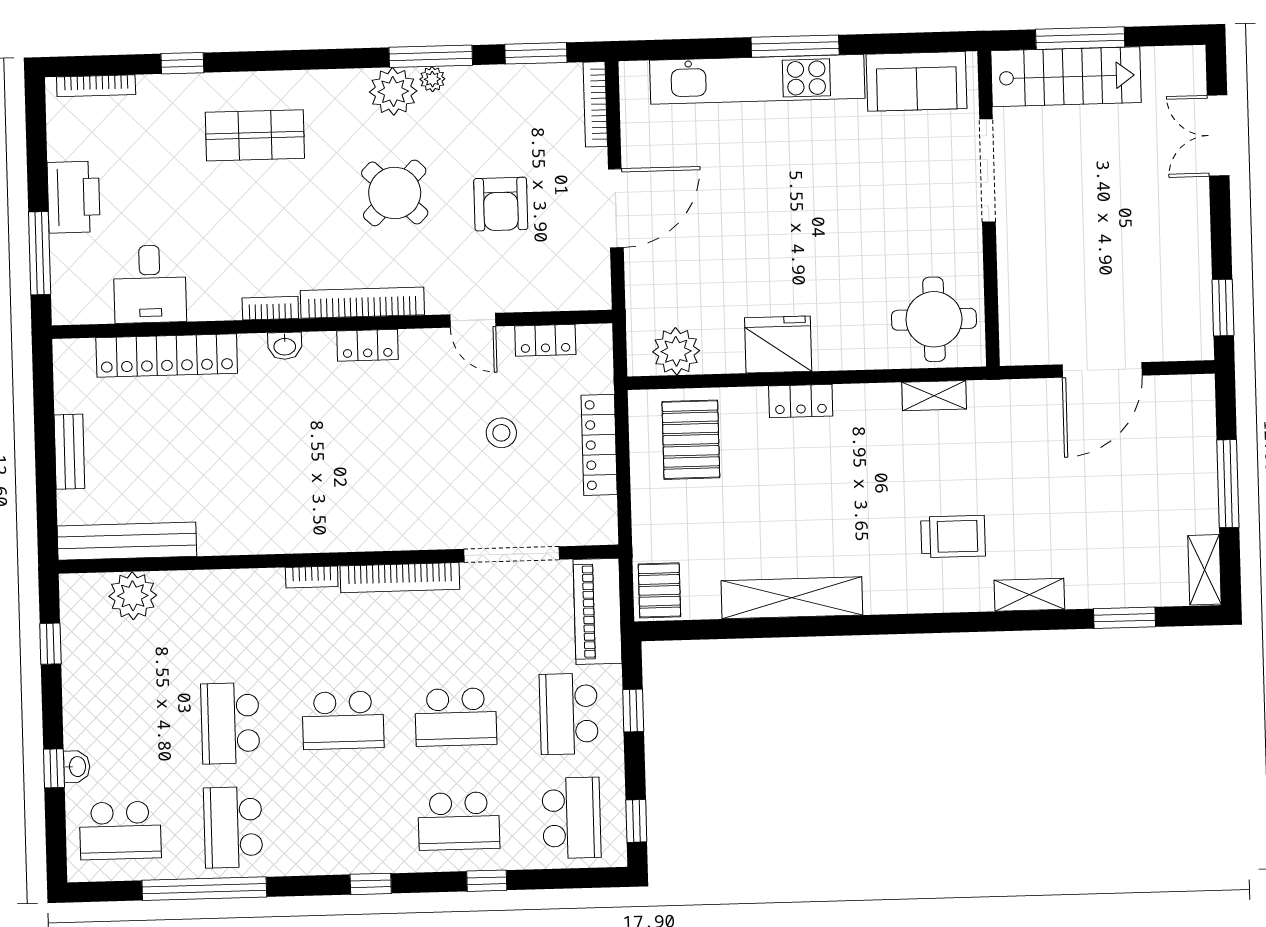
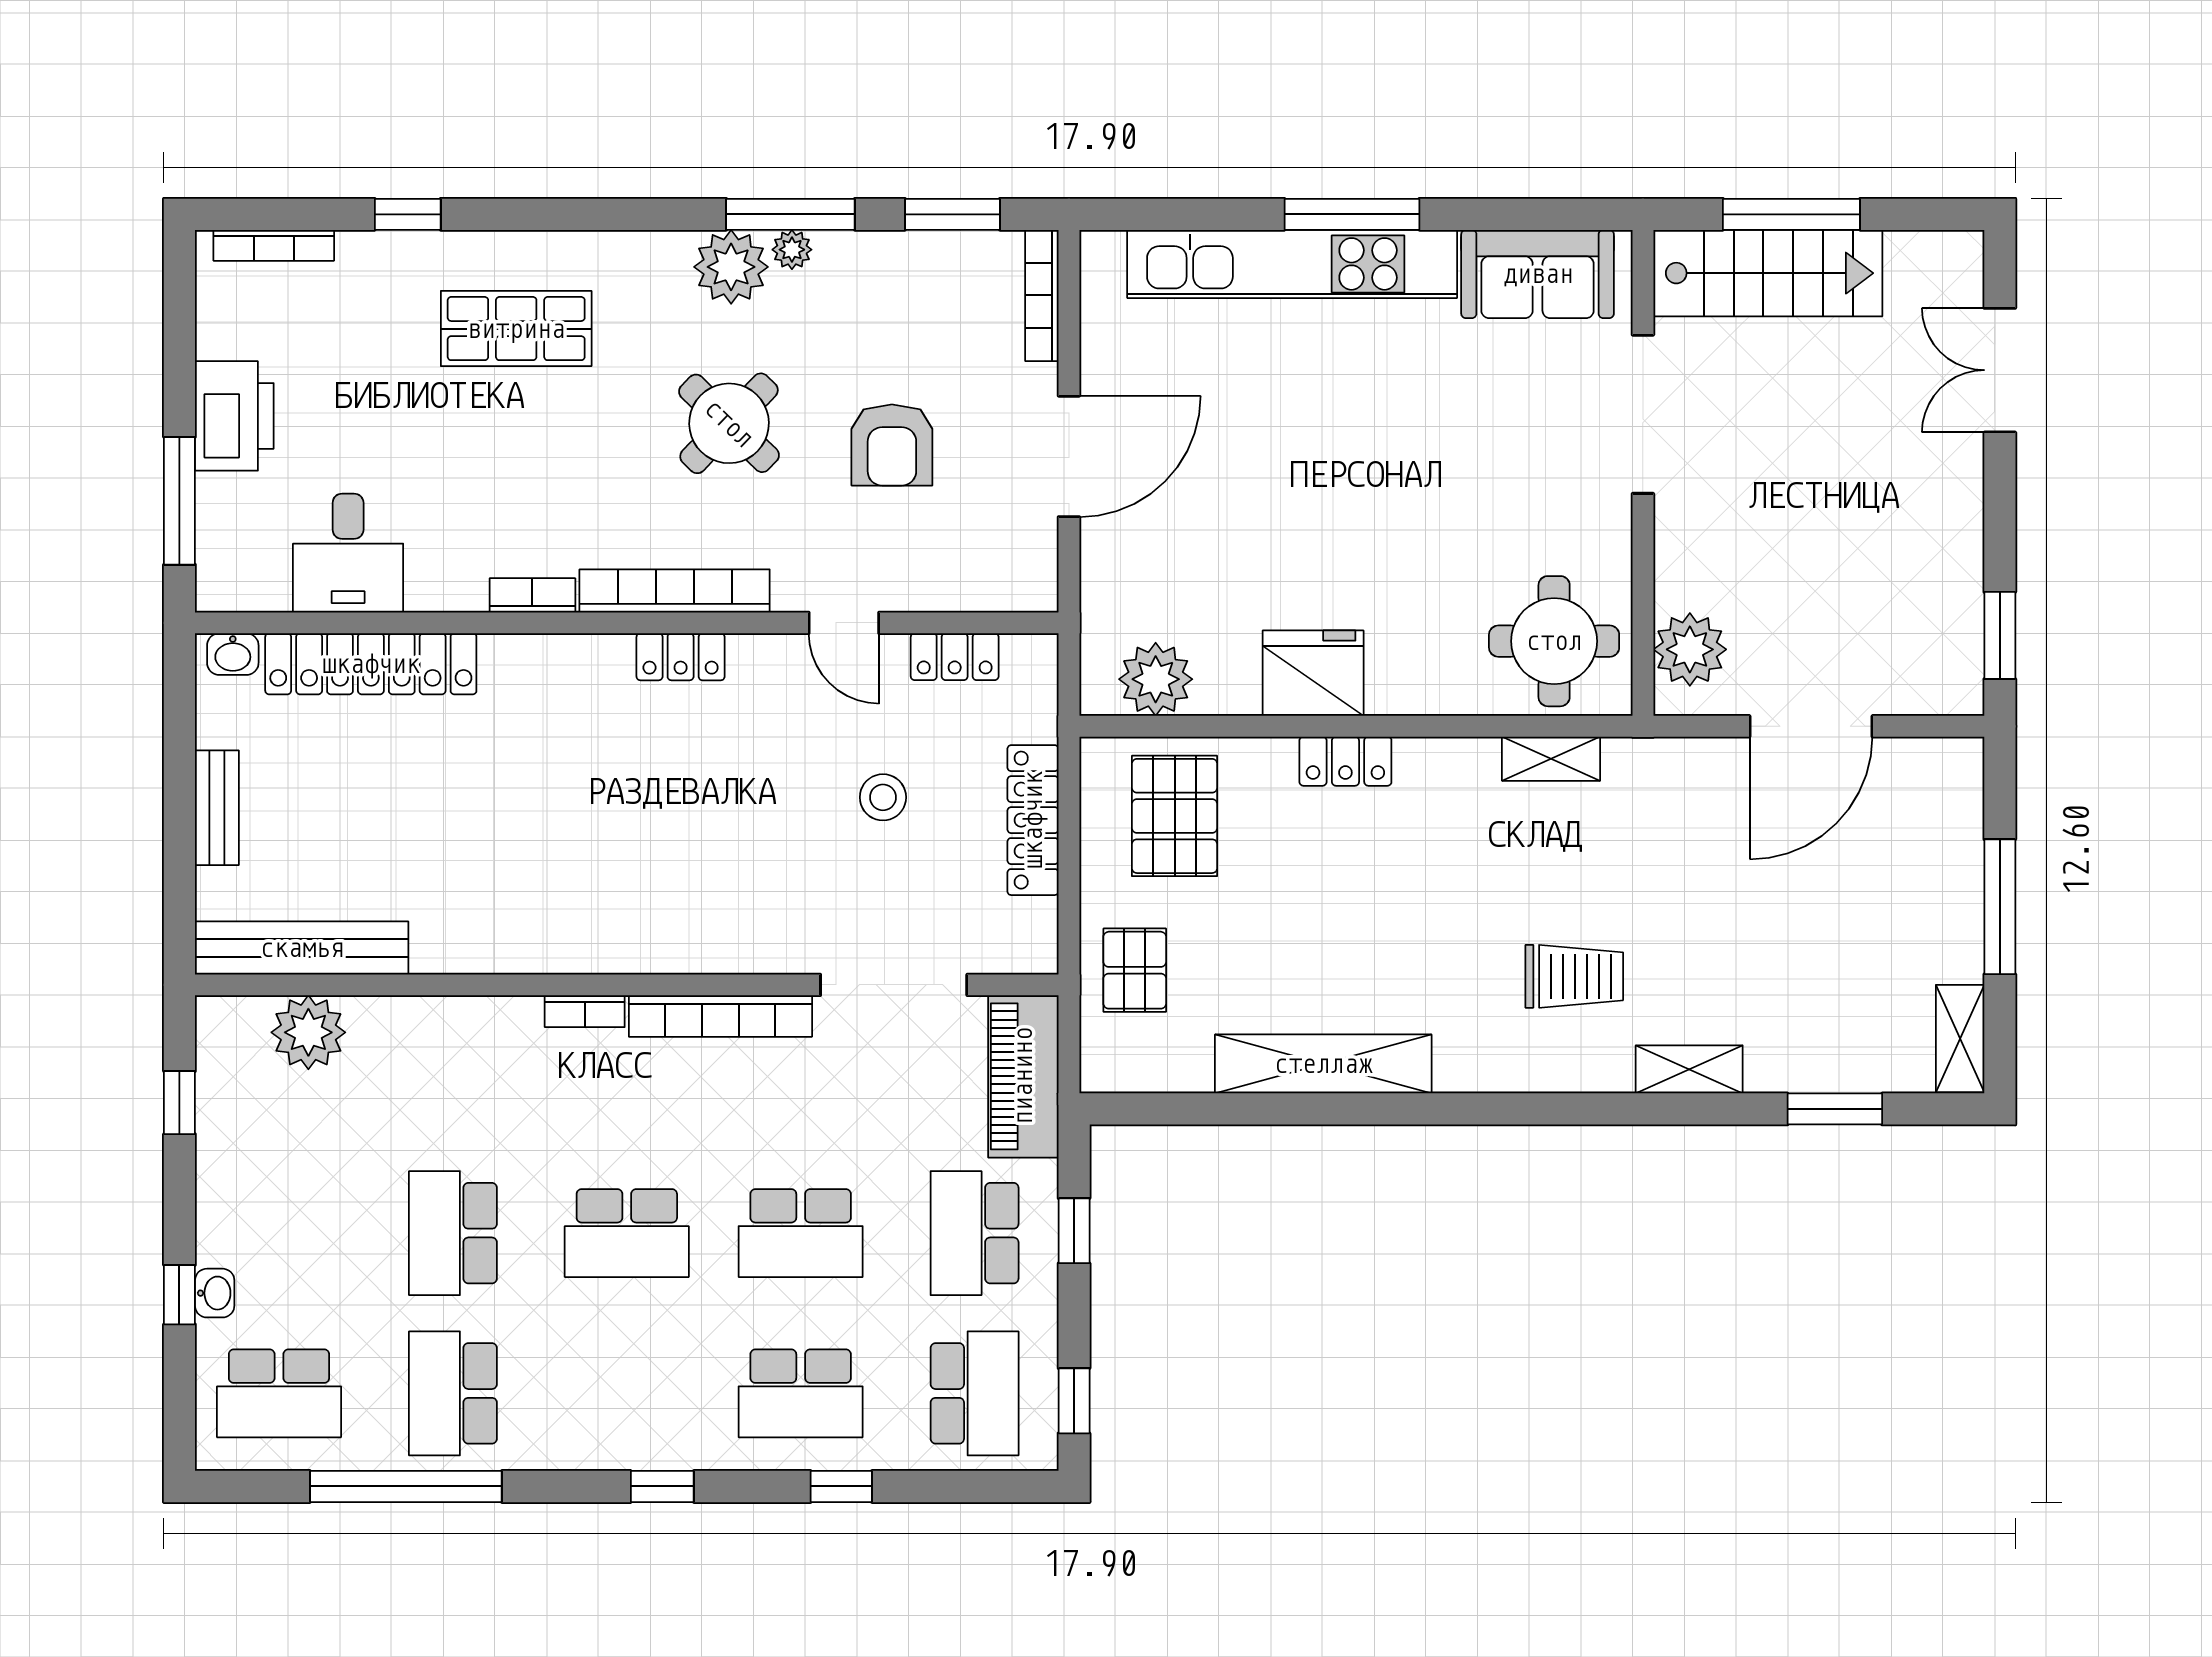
plant: (1022, 322) -> (1690, 649), added
washbasin: (285, 346) -> (233, 654), moved
pallet: (659, 590) -> (1135, 970), moved

